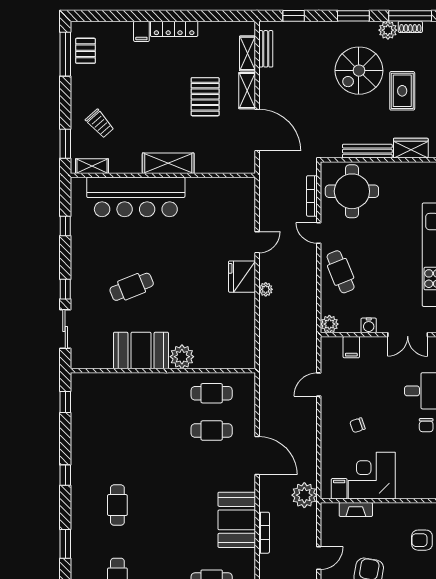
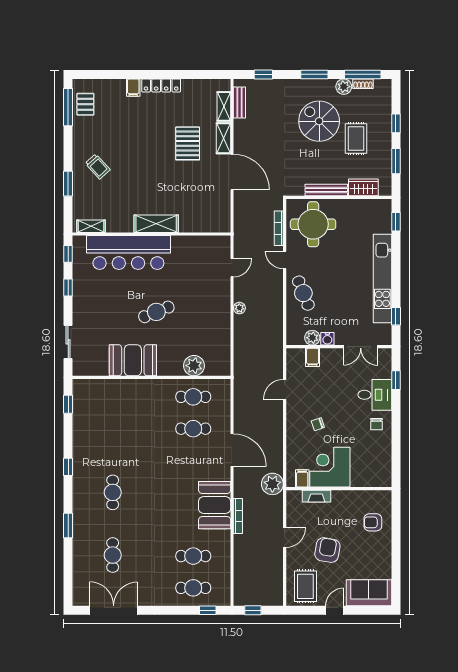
spiral stairs: (359, 71) -> (319, 121), turned 90
shelving: (168, 163) -> (156, 224), moved
shelving: (92, 166) -> (91, 226), moved
wall: (163, 175) -> (151, 234), moved
bar counter: (136, 197) -> (128, 252), moved
fridge: (242, 277) -> (219, 297), removed
cafe table: (132, 287) -> (156, 312), moved
window: (65, 289) -> (68, 287), moved
plant: (329, 324) -> (312, 338), moved
plant: (182, 357) -> (194, 366), moved

